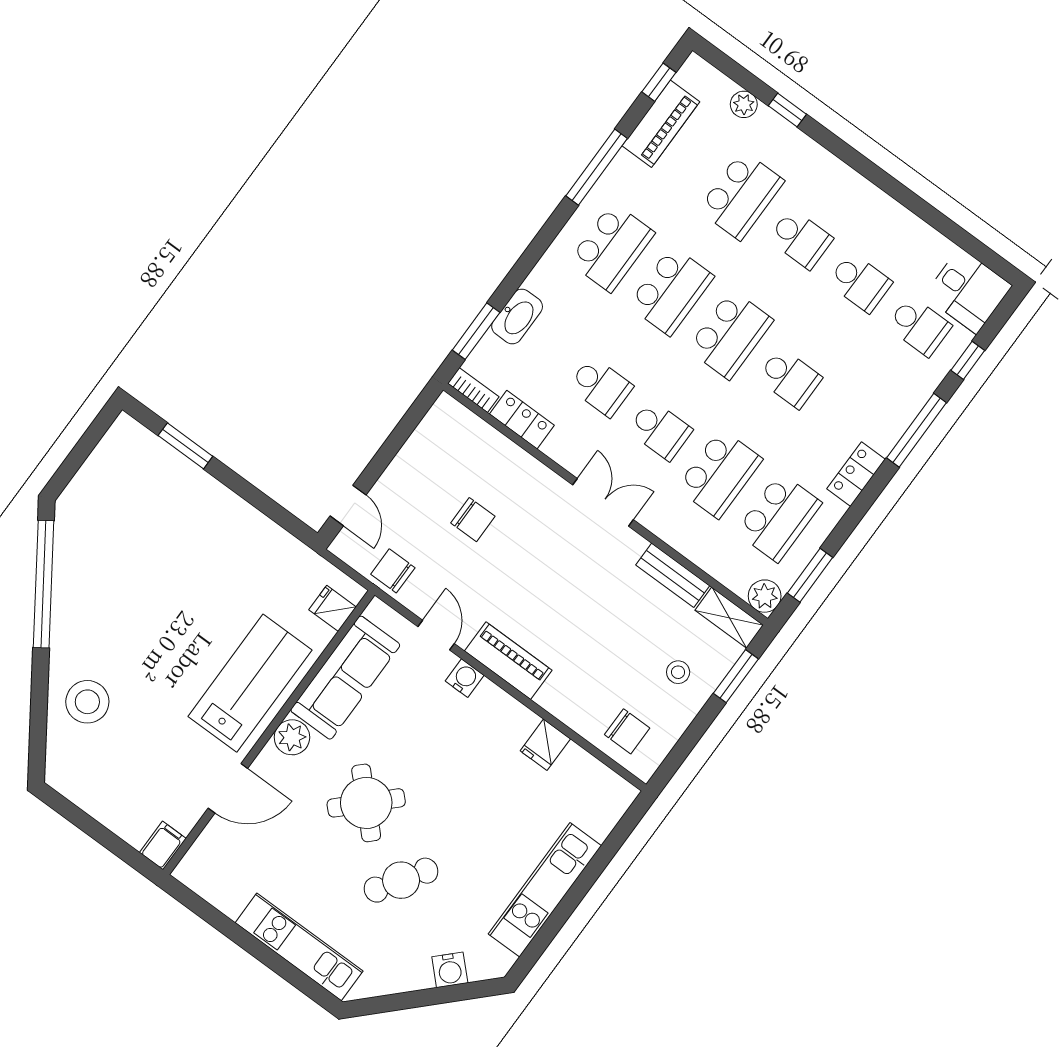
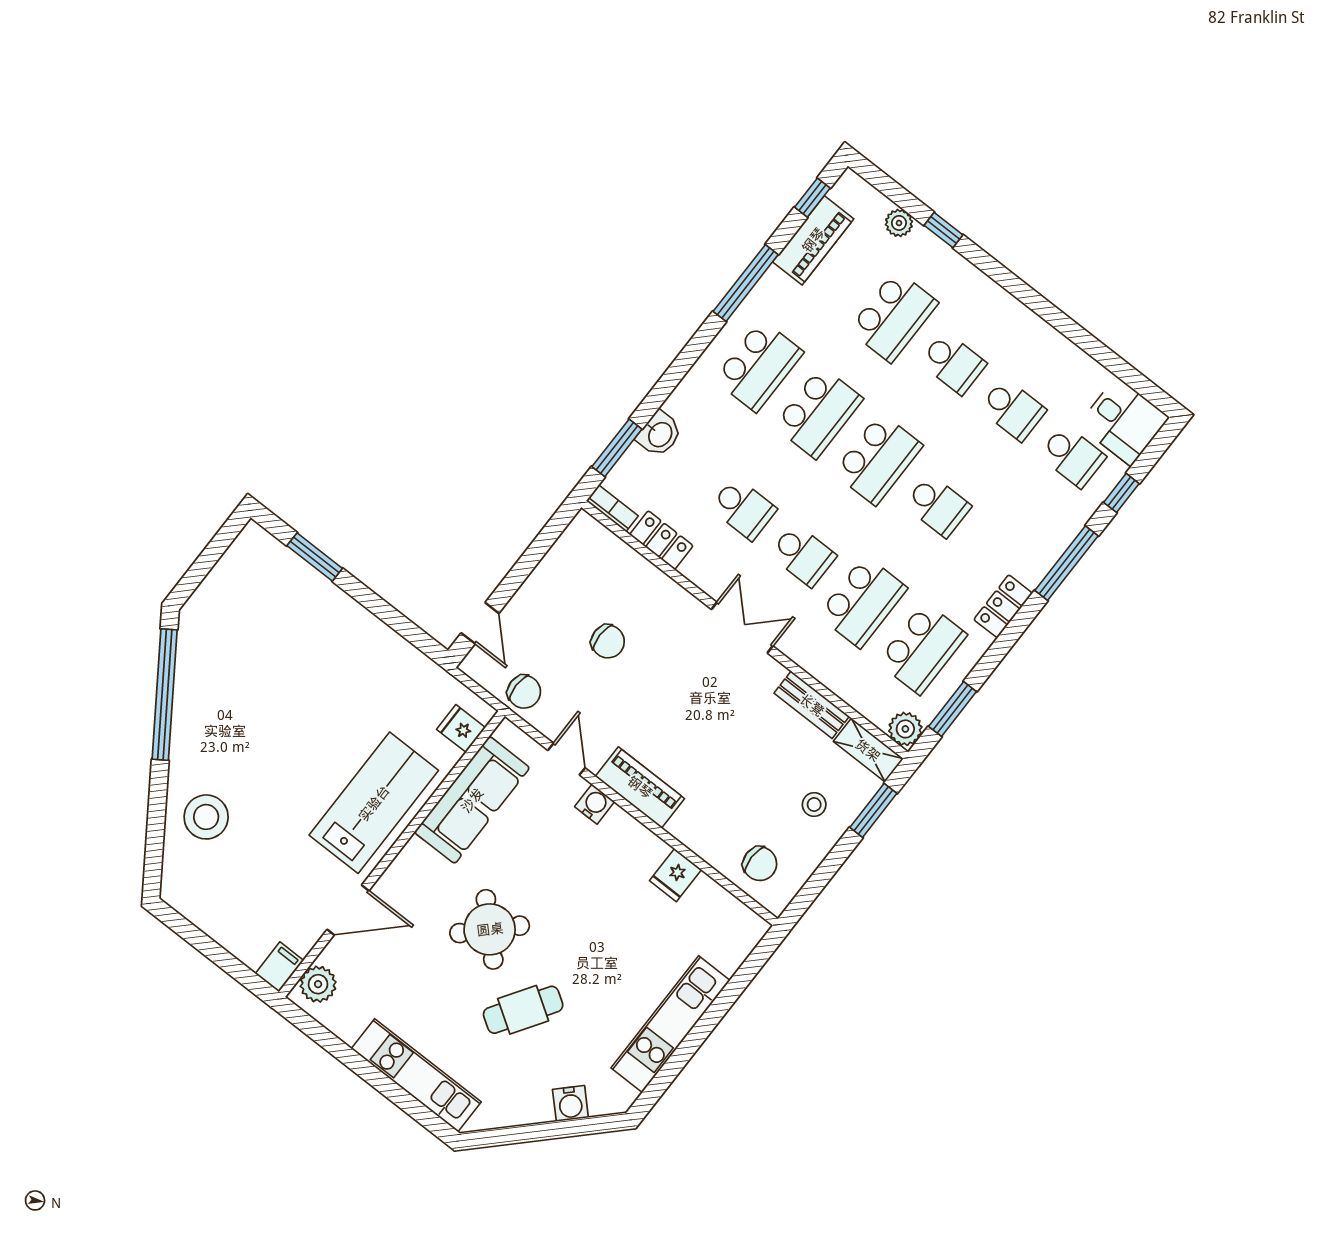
washbasin: (517, 316) -> (659, 434), width x0.72
chair: (393, 571) -> (524, 692), turned 180
plant: (292, 737) -> (318, 984), moved

